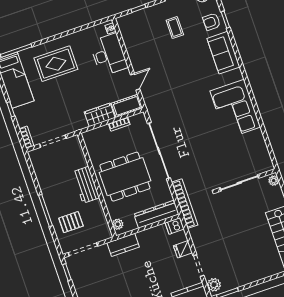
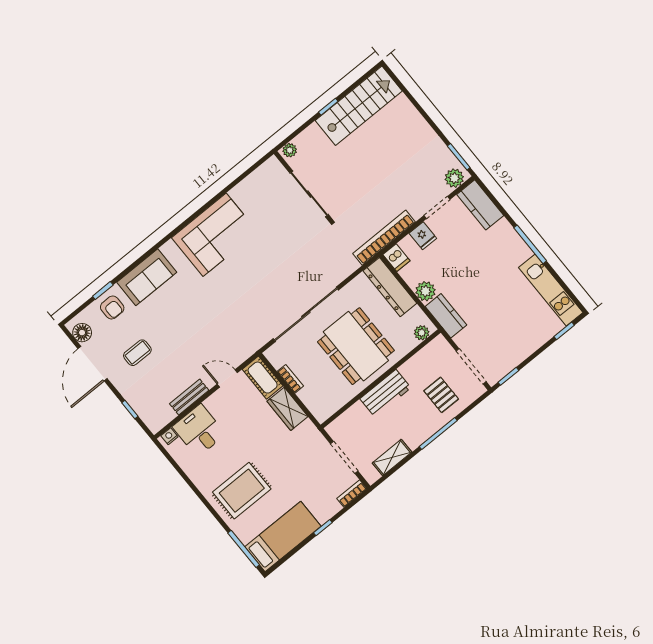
bench: (132, 52) -> (189, 397), added
desk: (109, 55) -> (199, 430), width x0.73
rug: (56, 64) -> (242, 491), turned 90
shelving: (41, 173) -> (392, 458), added
bookcase: (185, 204) -> (384, 238), moved
plant: (145, 237) -> (426, 291), added

